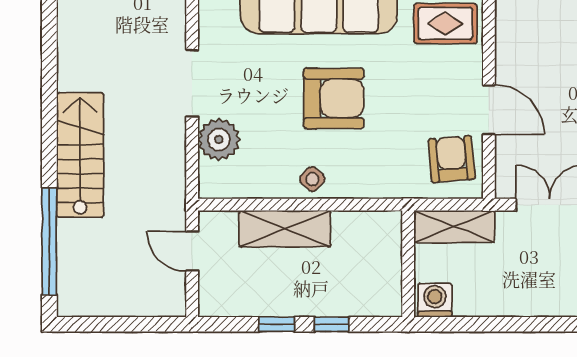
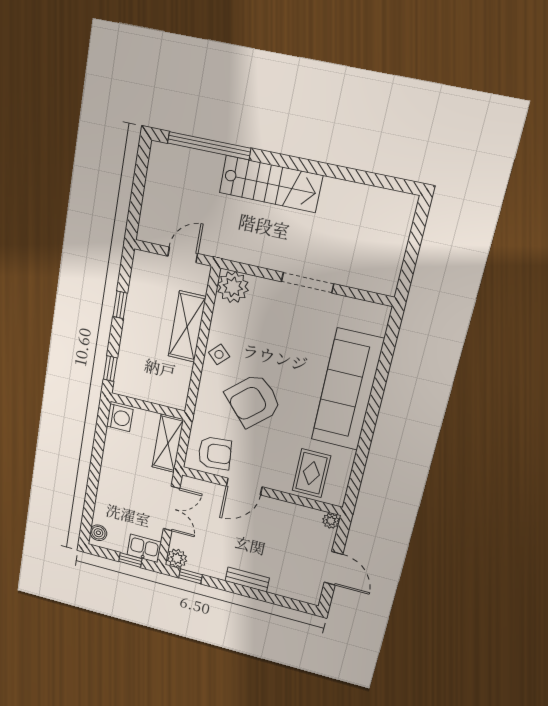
armchair: (334, 98) -> (253, 400), moved, turned 48
plant: (219, 140) -> (233, 287), moved
window: (332, 324) -> (110, 369), moved

